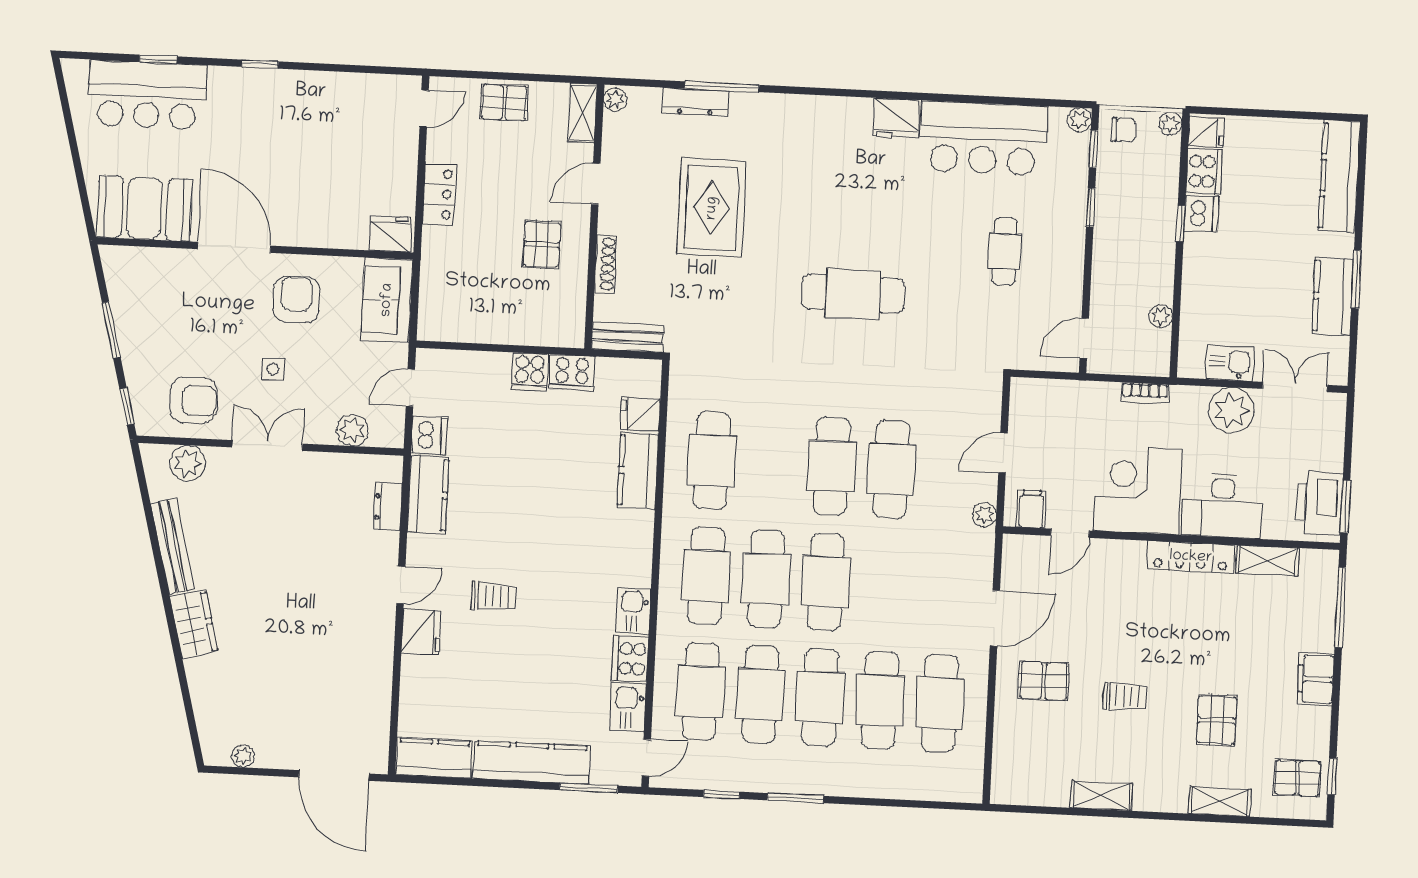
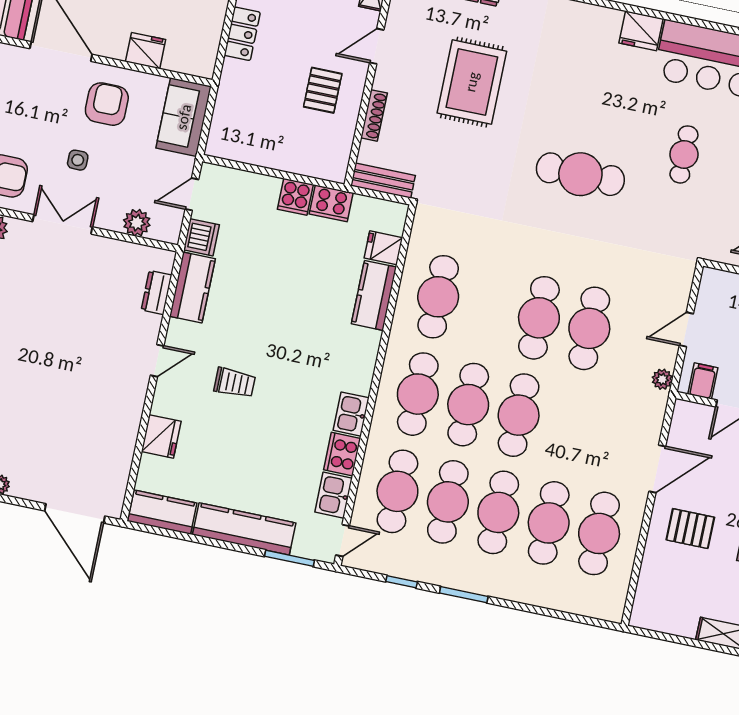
fridge: (390, 234) -> (146, 51), moved
cafe table: (1005, 251) -> (684, 154), moved
fridge: (421, 632) -> (161, 436), moved

